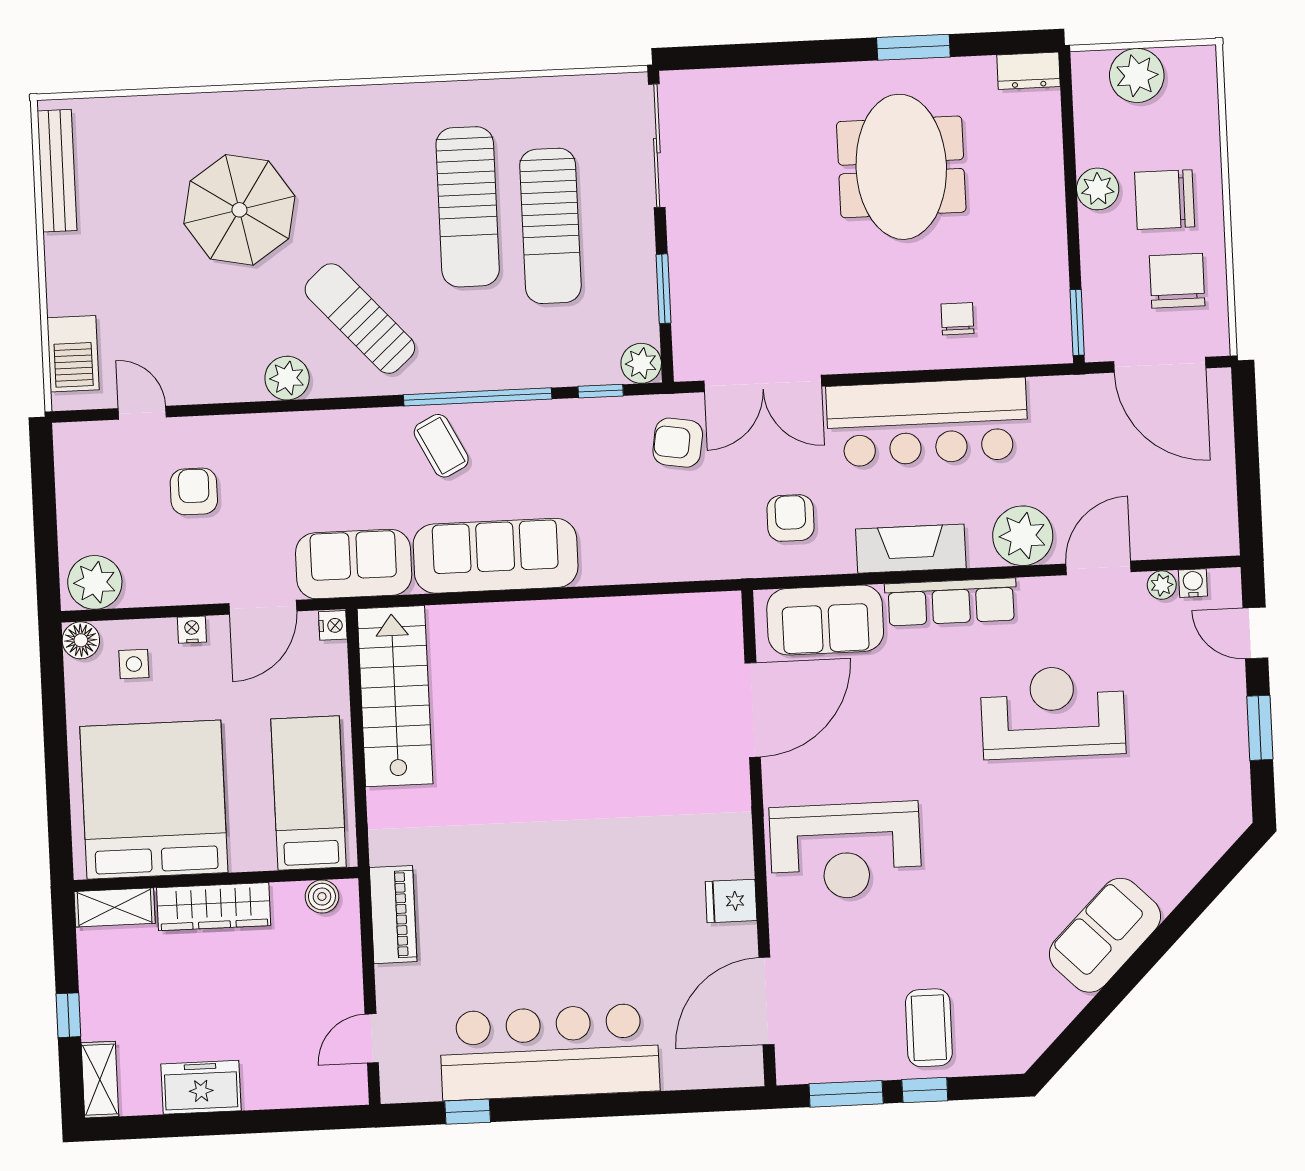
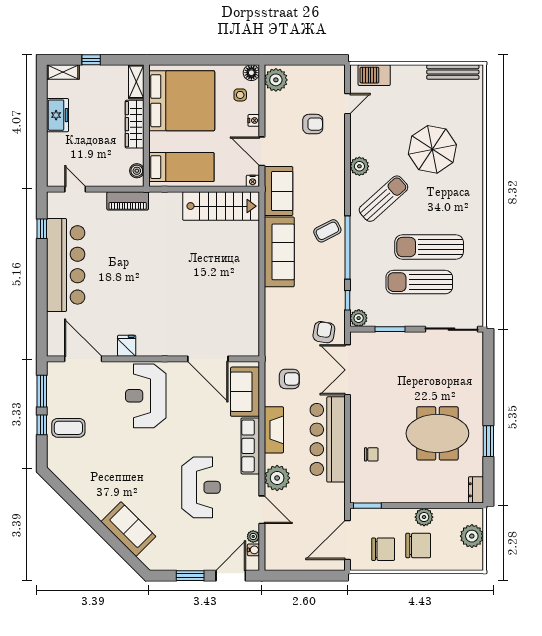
chair: (1165, 200) -> (418, 545), turned 90
door: (1255, 633) -> (231, 576), width x1.38
sofa: (1105, 935) -> (128, 529), moved

